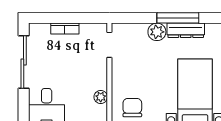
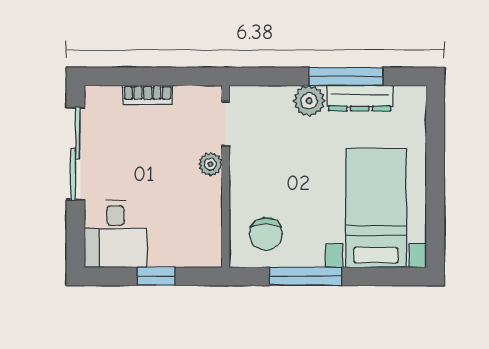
plant: (101, 97) -> (210, 164), moved
chair: (132, 108) -> (266, 234), turned 180

